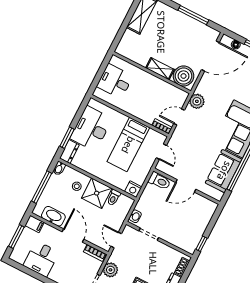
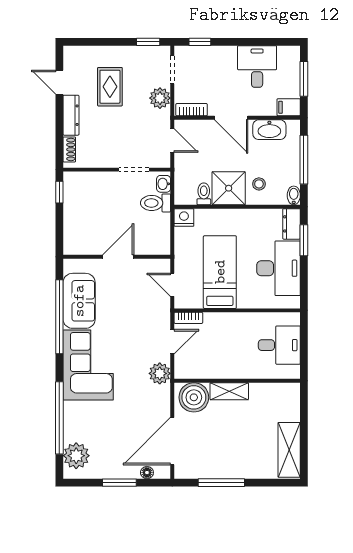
toilet: (159, 181) -> (156, 203), moved

